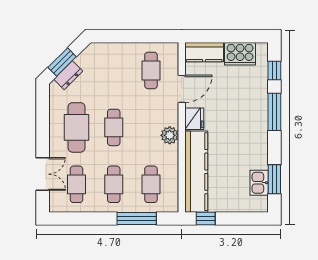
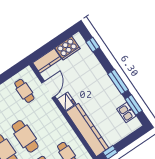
window: (274, 112) -> (118, 82), moved
cafe table: (114, 127) -> (25, 136), width x1.37, depth x1.35
plant: (170, 135) -> (59, 120), removed

